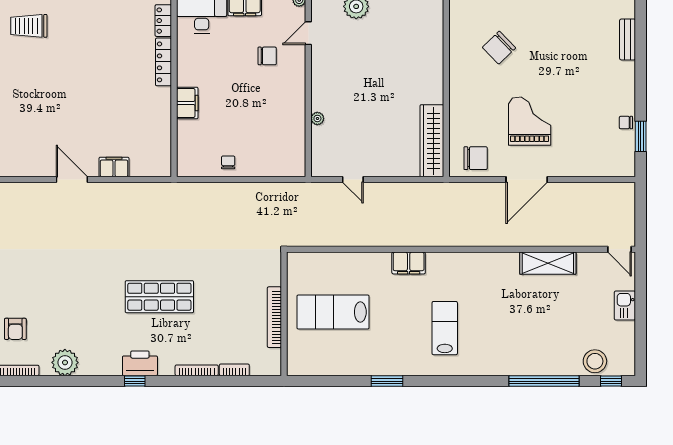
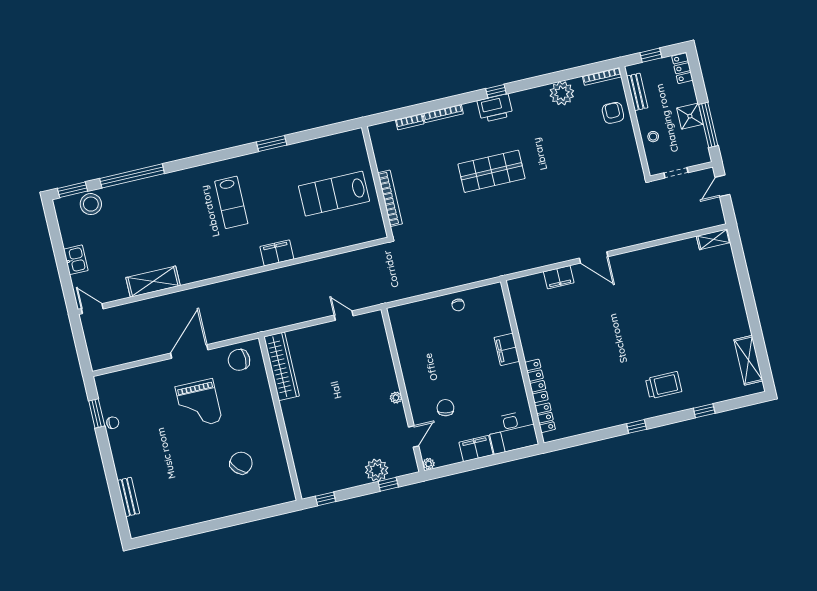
chair: (267, 56) -> (445, 408), turned 102
plant: (317, 118) -> (396, 398), moved
lab bench: (333, 312) -> (334, 194), turned 180
bookcase: (274, 317) -> (390, 198), moved
window: (611, 381) -> (72, 190), width x1.50

